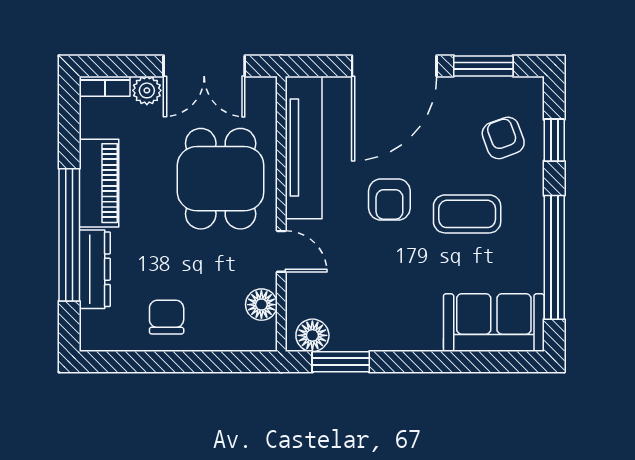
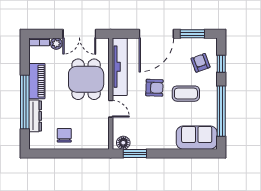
armchair: (389, 200) -> (154, 88), turned -88
floor lamp: (261, 305) -> (103, 130), removed

